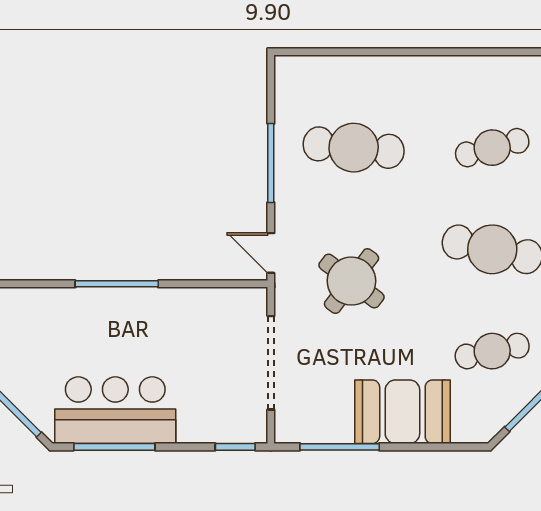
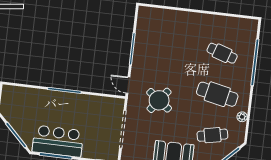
cafe table: (354, 148) -> (166, 47), removed
cafe table: (492, 148) -> (222, 53), turned 33

